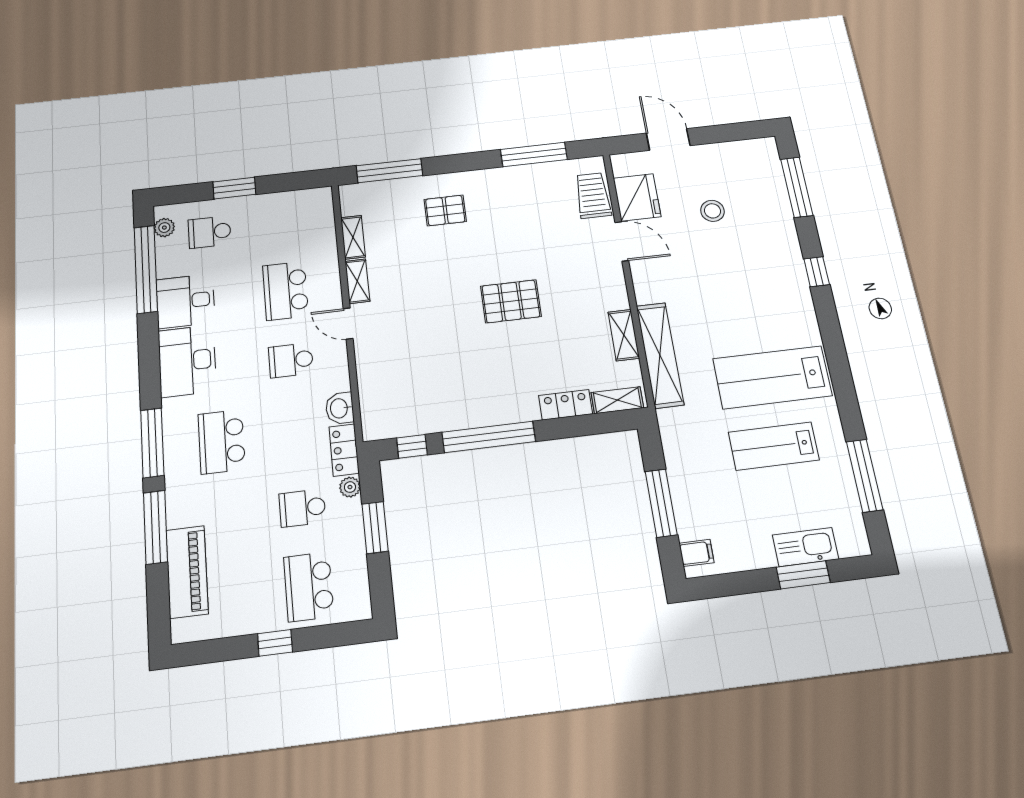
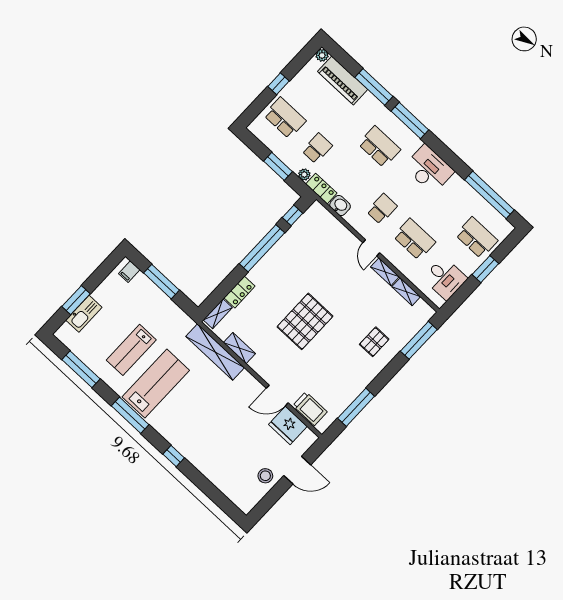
window: (797, 187) -> (130, 415), moved
stool: (712, 211) -> (265, 476), moved
plant: (164, 228) -> (322, 55), moved
school desk: (210, 232) -> (477, 238), width x1.85
desk: (185, 301) -> (445, 278), moved, turned 90
pallet: (511, 301) -> (305, 321), width x1.37, depth x1.41
door: (348, 324) -> (371, 248), swing flipped
lab bench: (774, 446) -> (131, 350), turned 180

